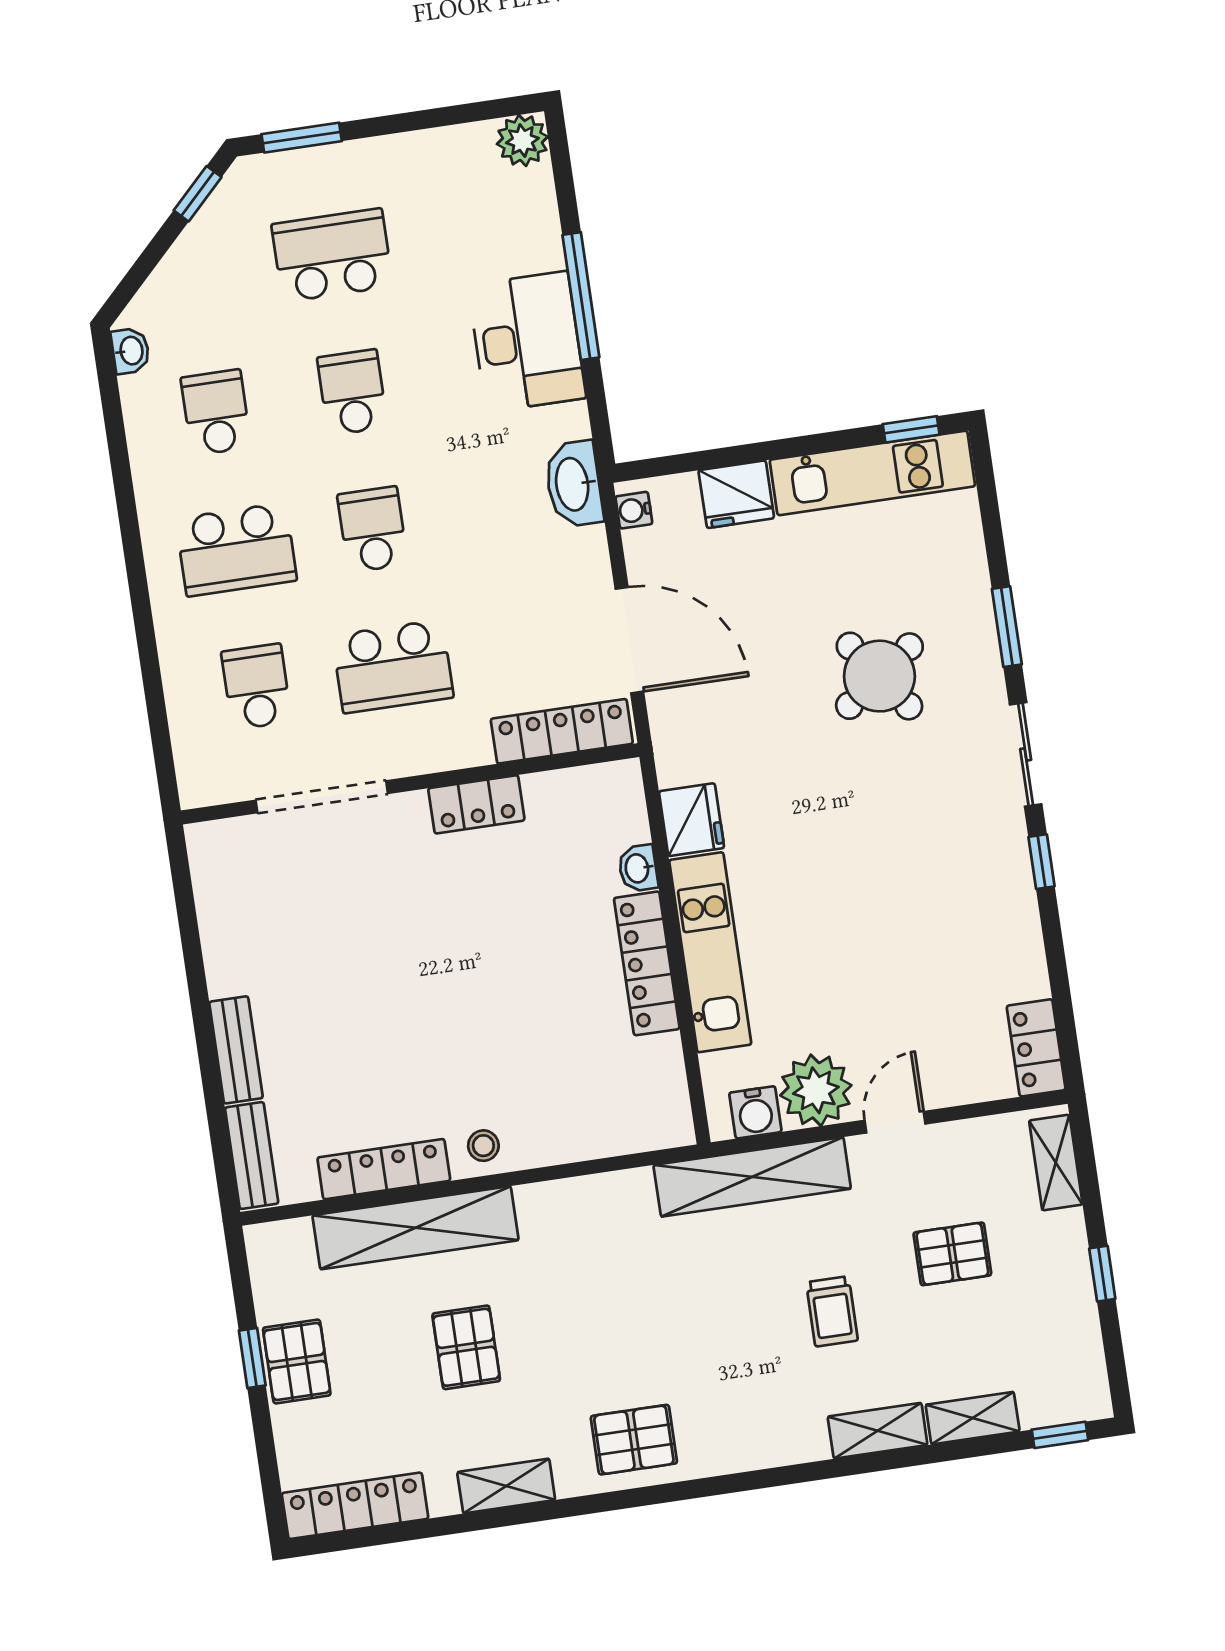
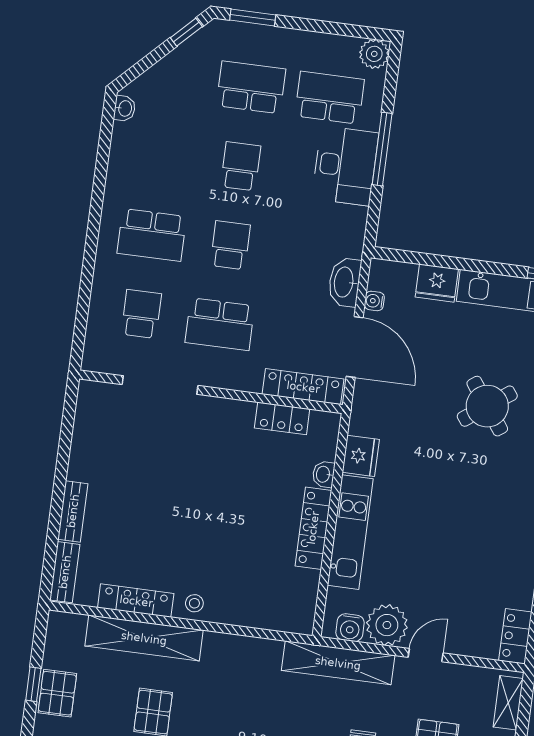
school desk: (216, 412) -> (330, 98), moved, width x1.85
washbasin: (574, 484) -> (344, 282), moved
water cooler: (634, 510) -> (374, 301), moved
locker: (476, 804) -> (282, 418), moved

